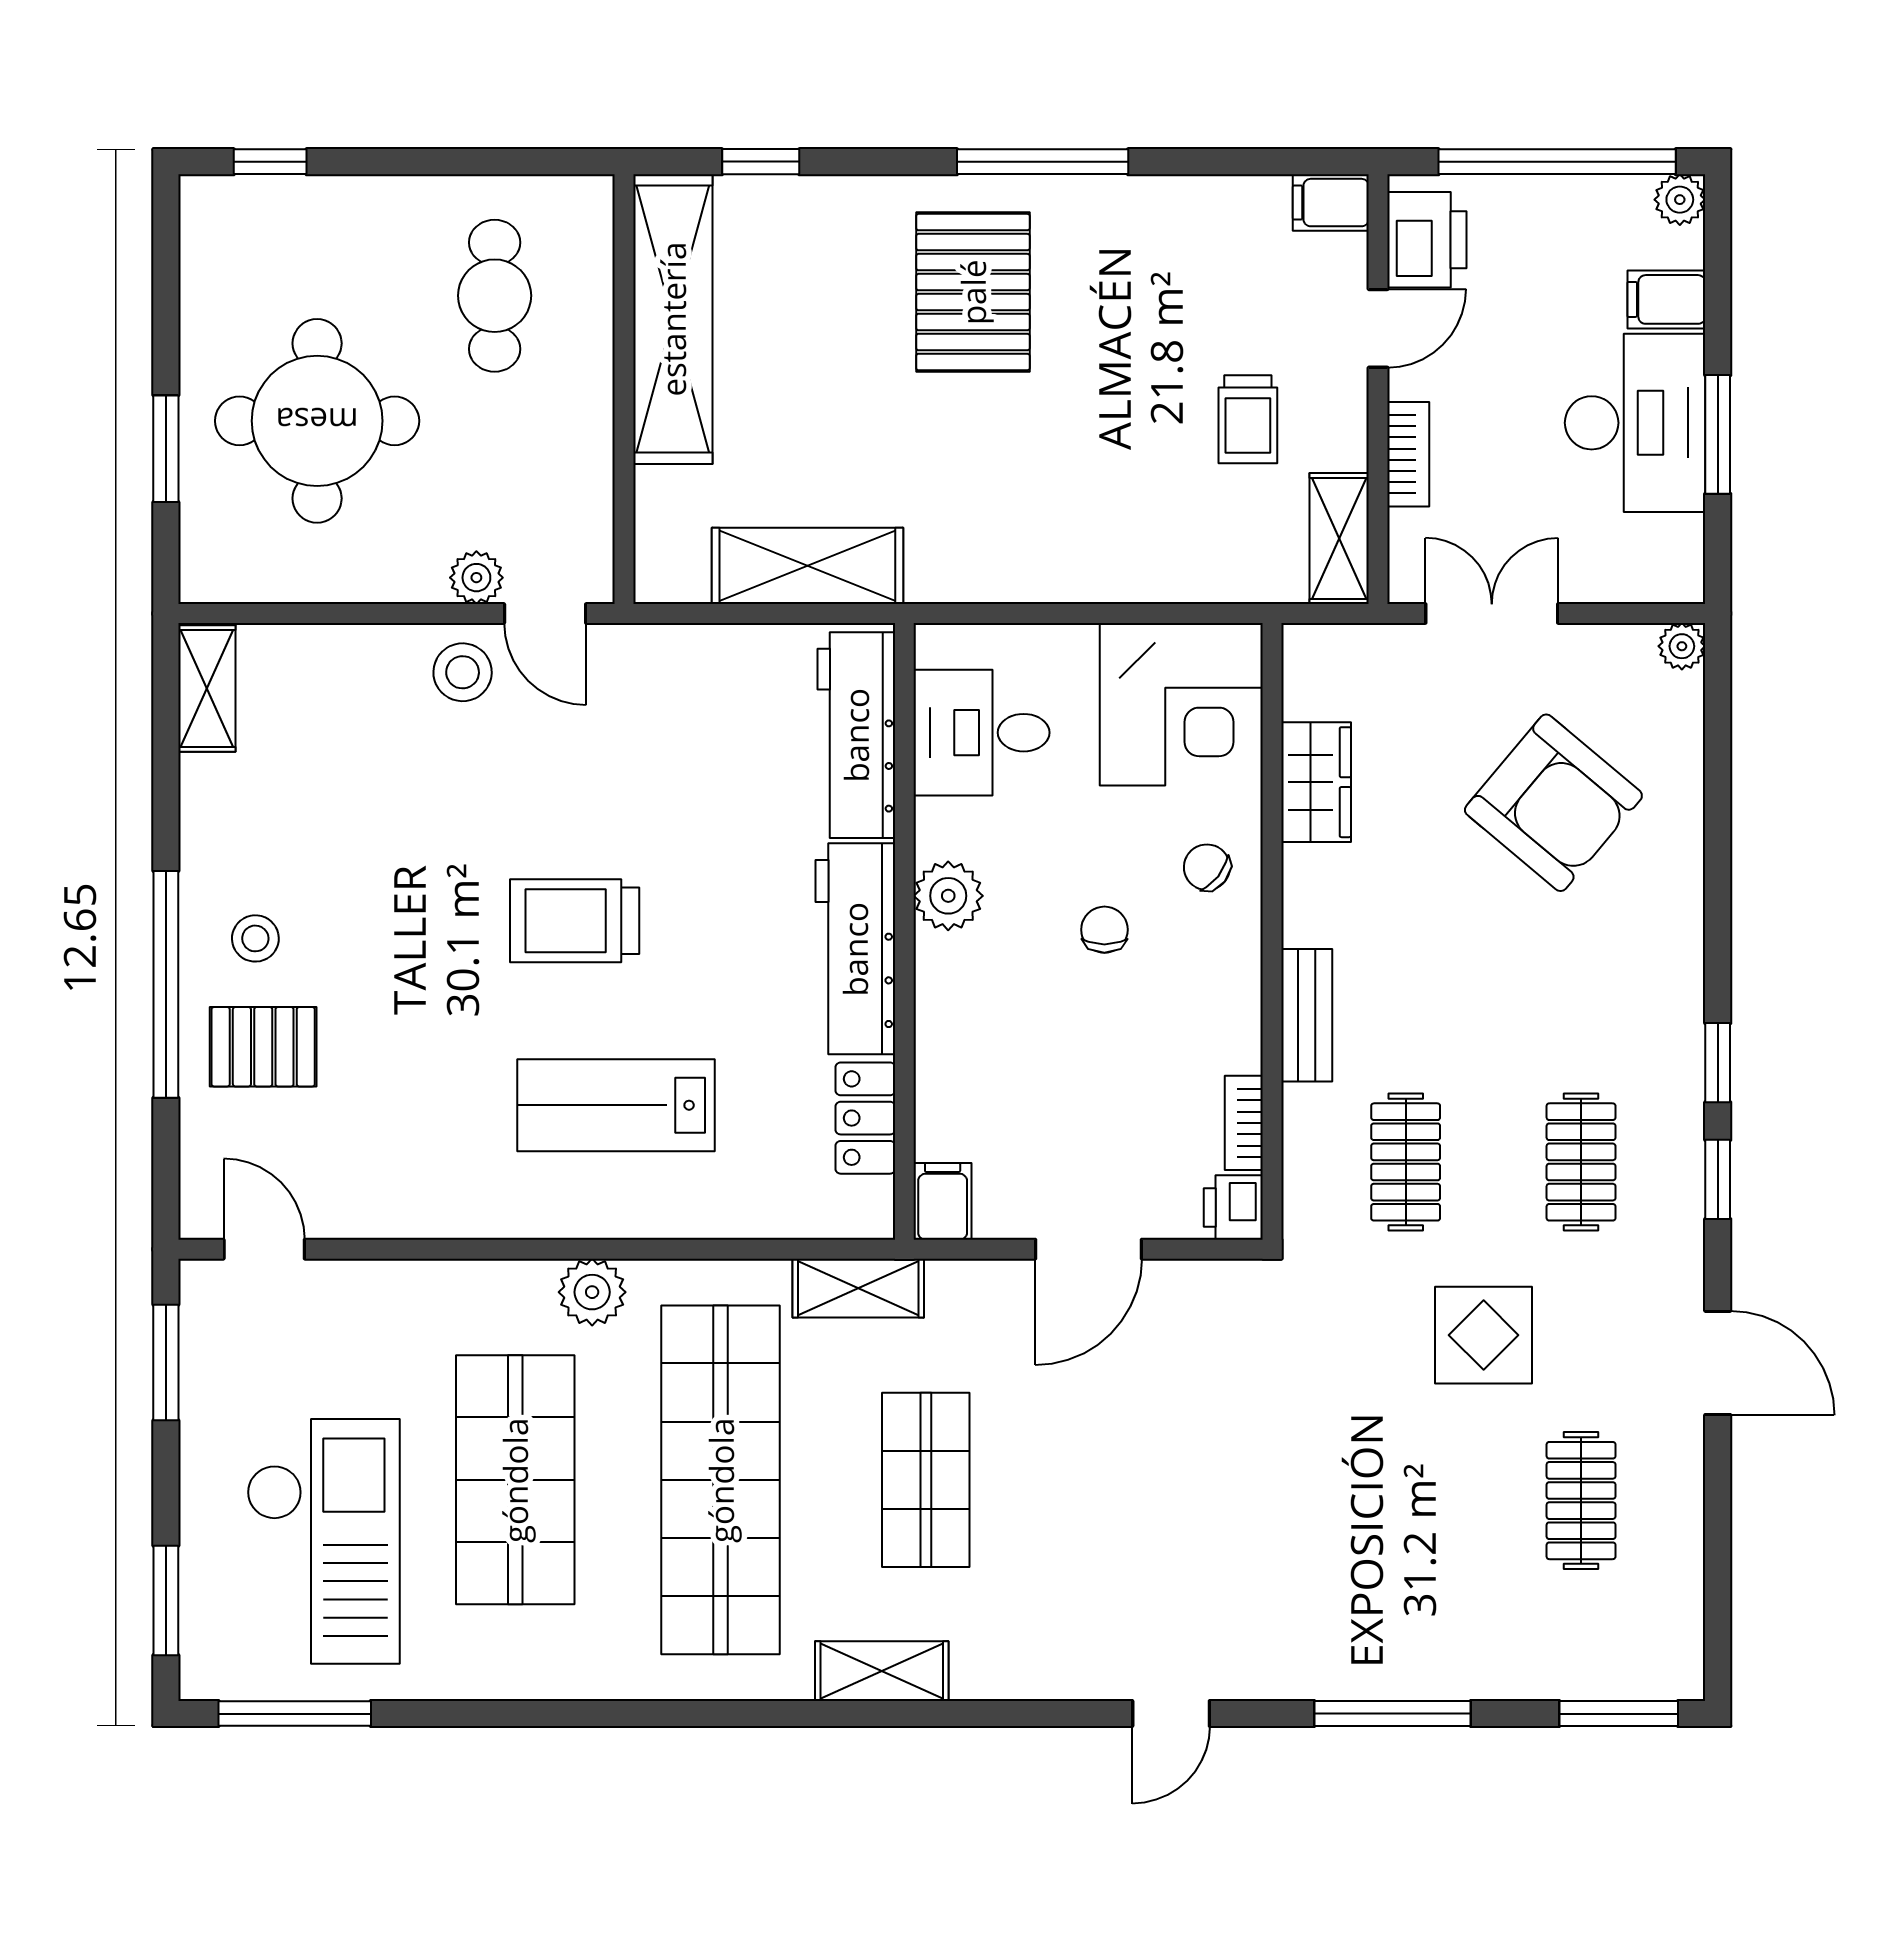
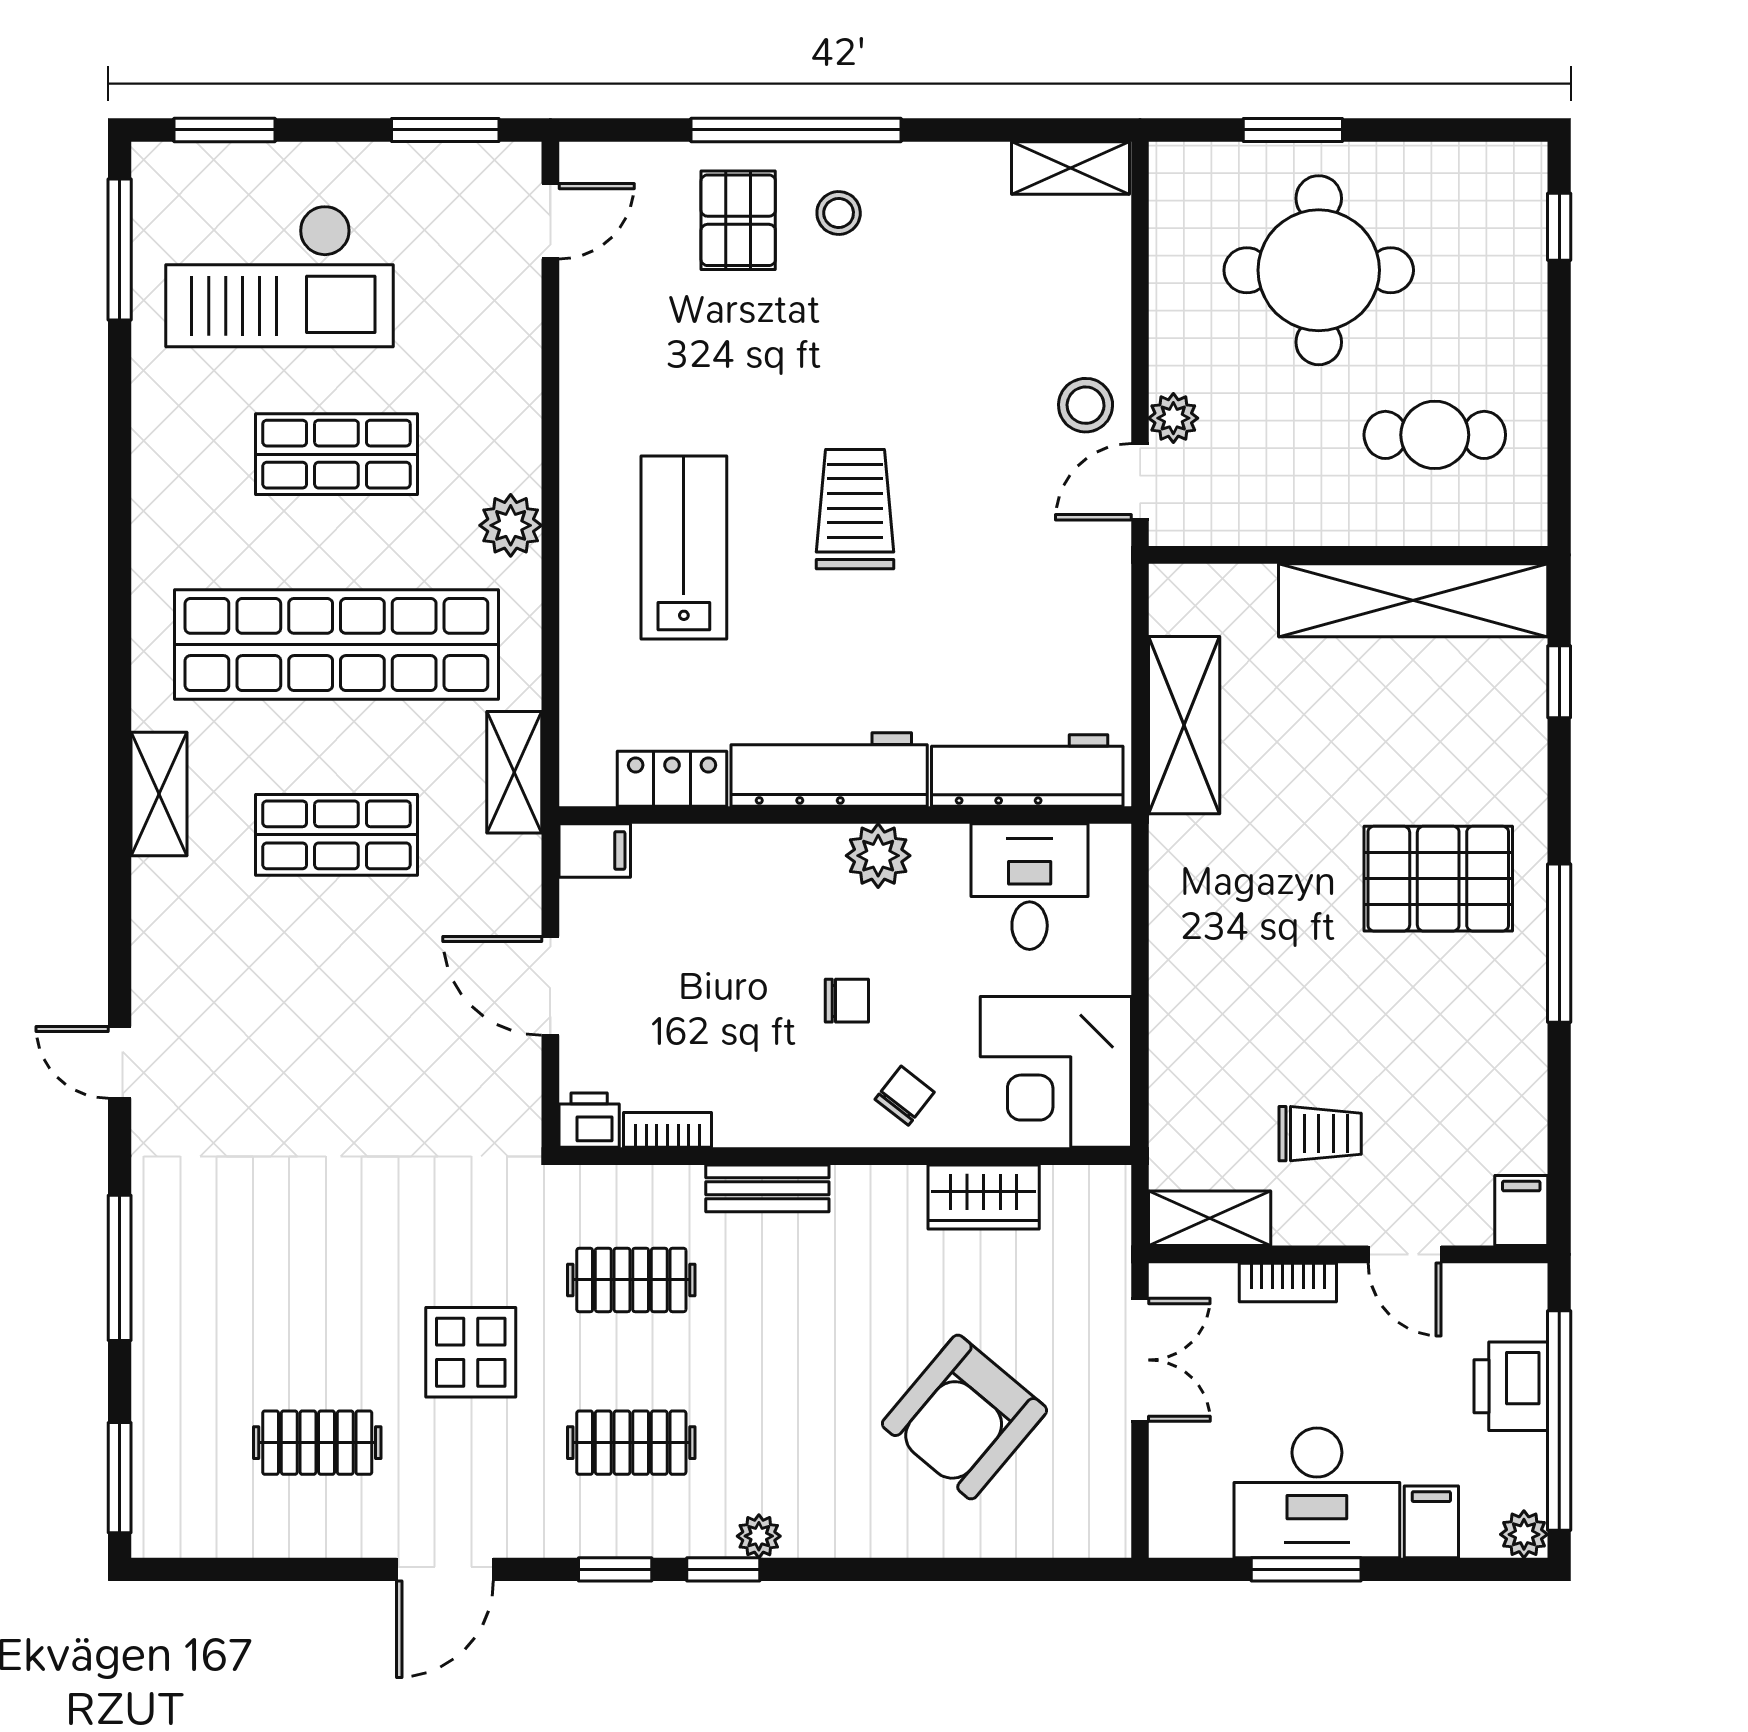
printer: (1427, 240) -> (1511, 1386), moved, turned 90
trolley: (1248, 419) -> (1320, 1134), turned 180
plant: (1682, 646) -> (759, 1536), moved
shop shelf: (515, 1480) -> (336, 454), width x0.70, depth x0.74

